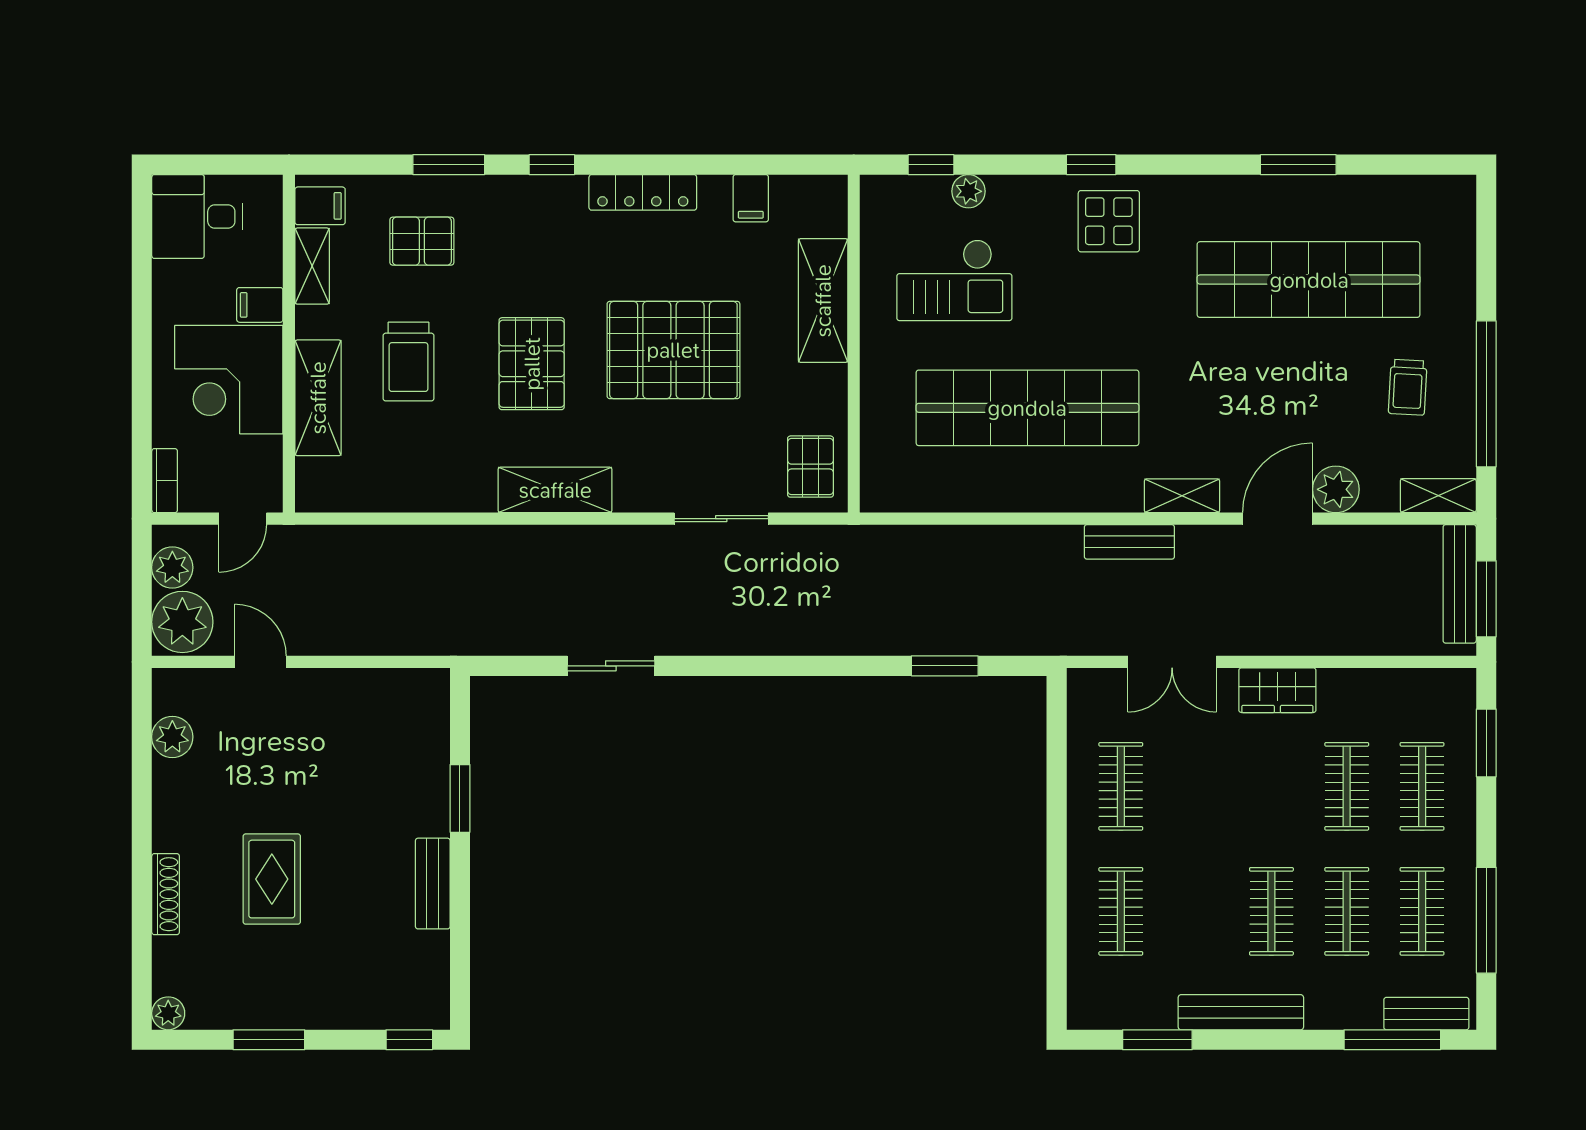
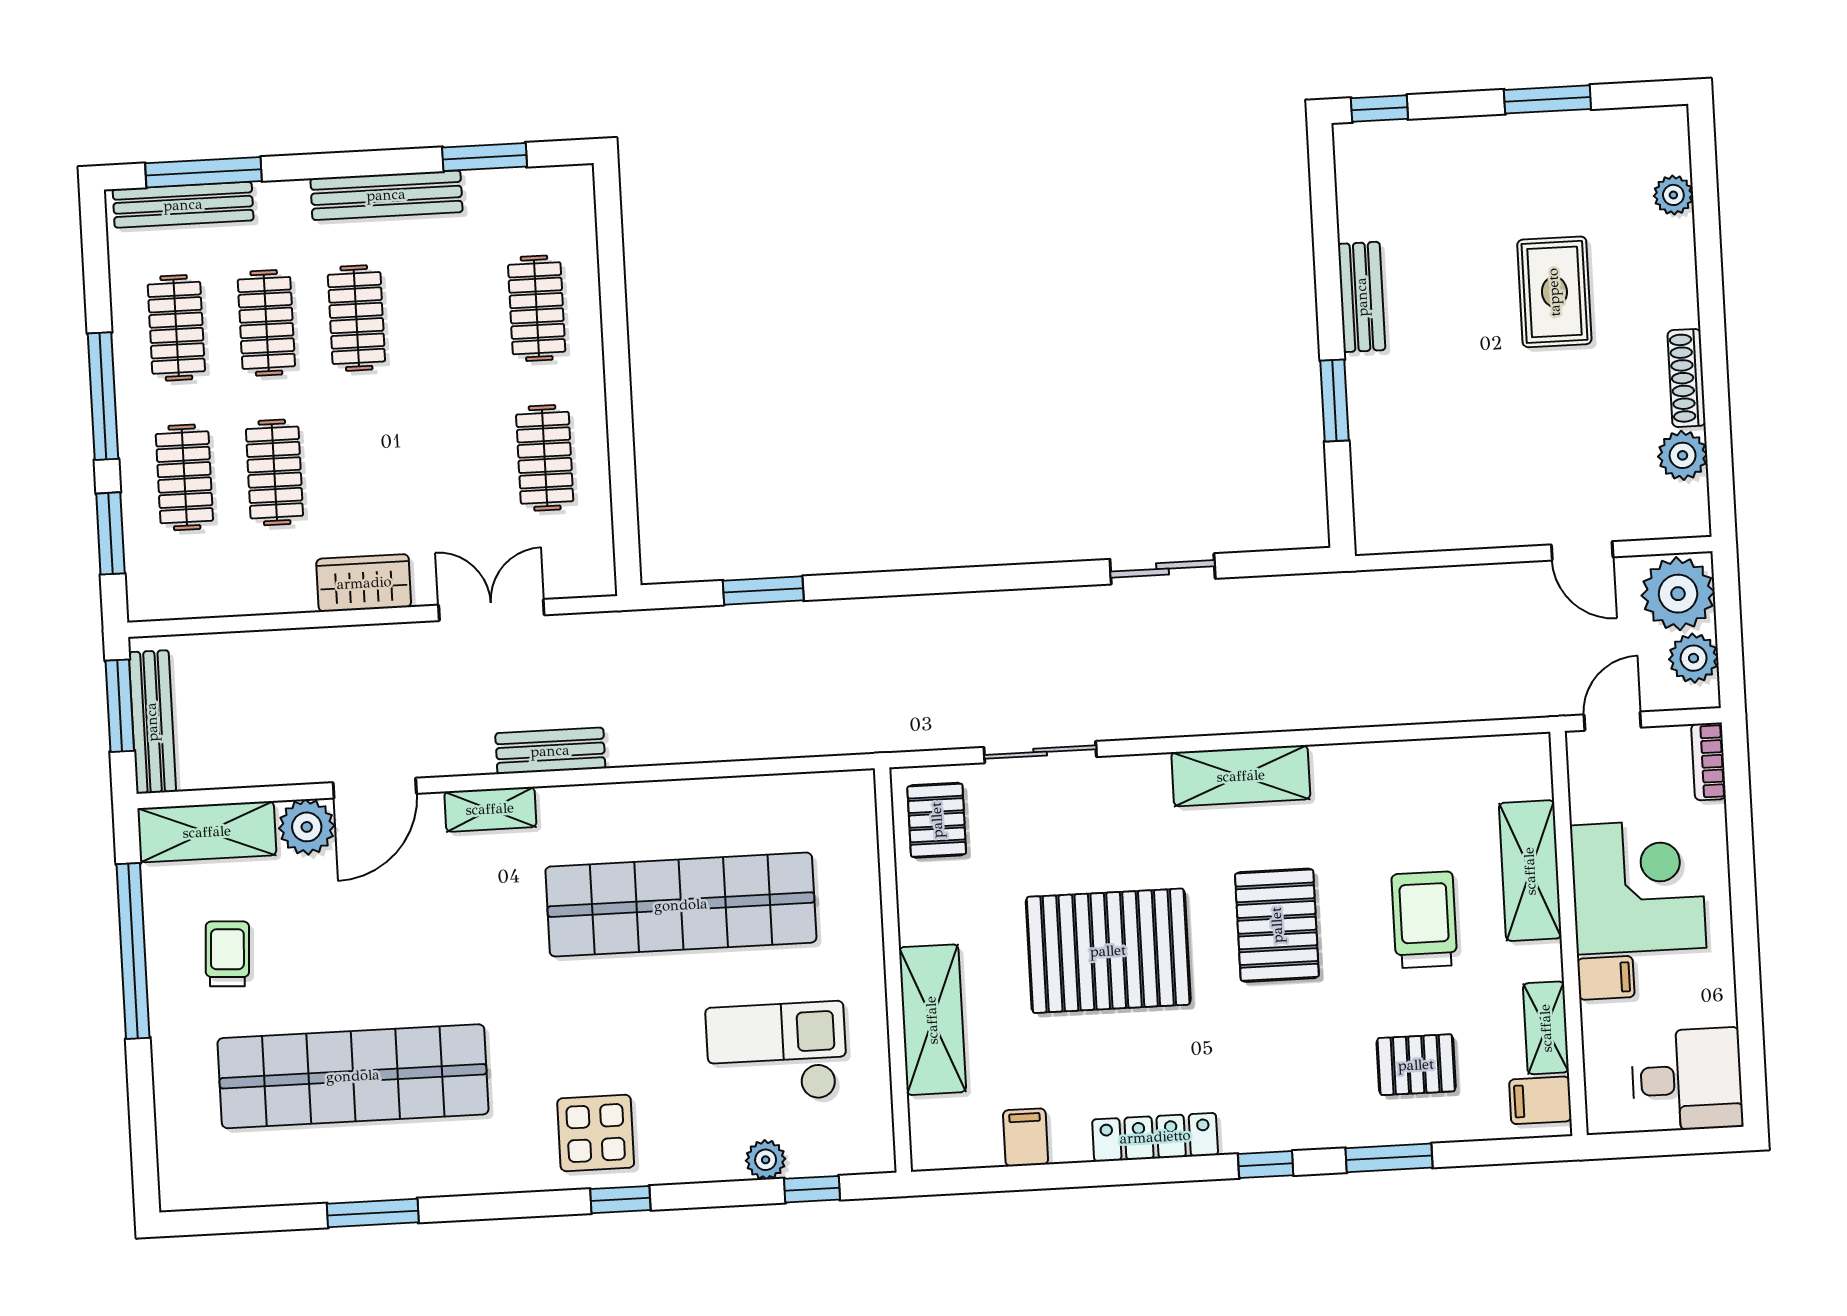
shelving: (1438, 496) -> (207, 832), width x1.50, depth x1.33
shoe rack: (166, 894) -> (1687, 378), moved
window: (1486, 920) -> (103, 396), moved
plant: (168, 1013) -> (1673, 195), moved
bench: (1426, 1014) -> (183, 205), width x1.36

